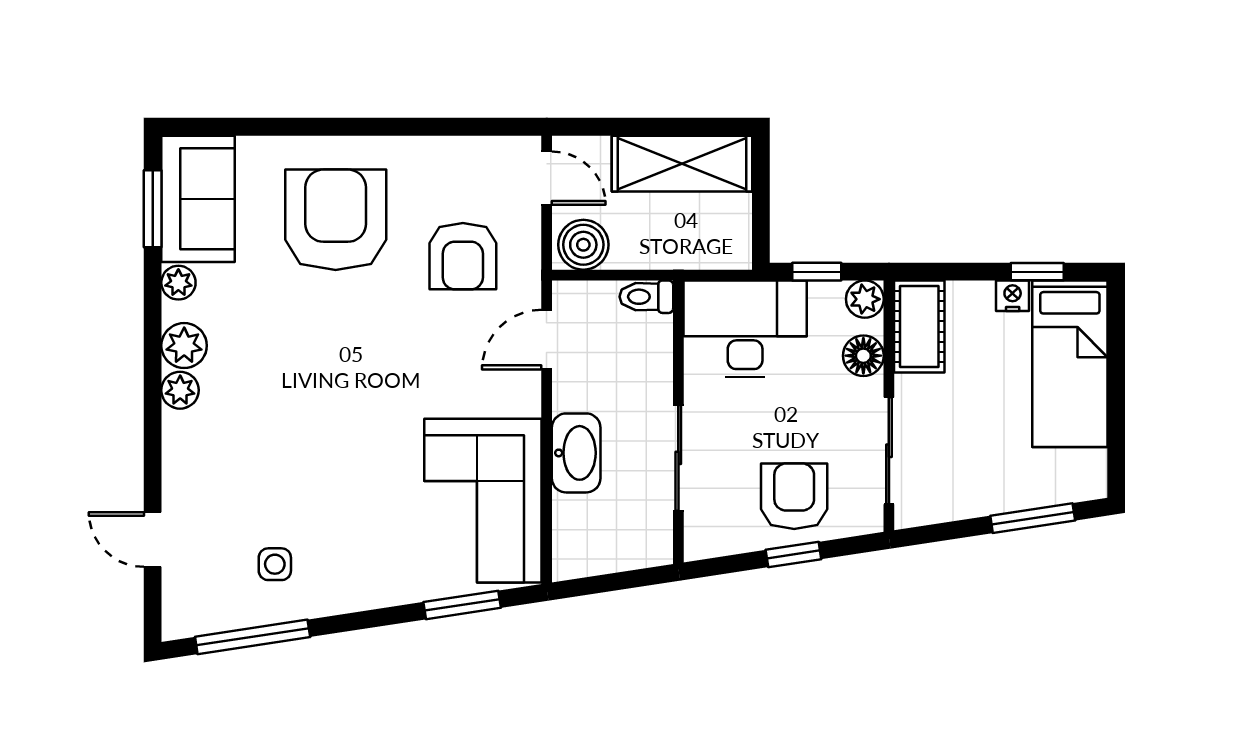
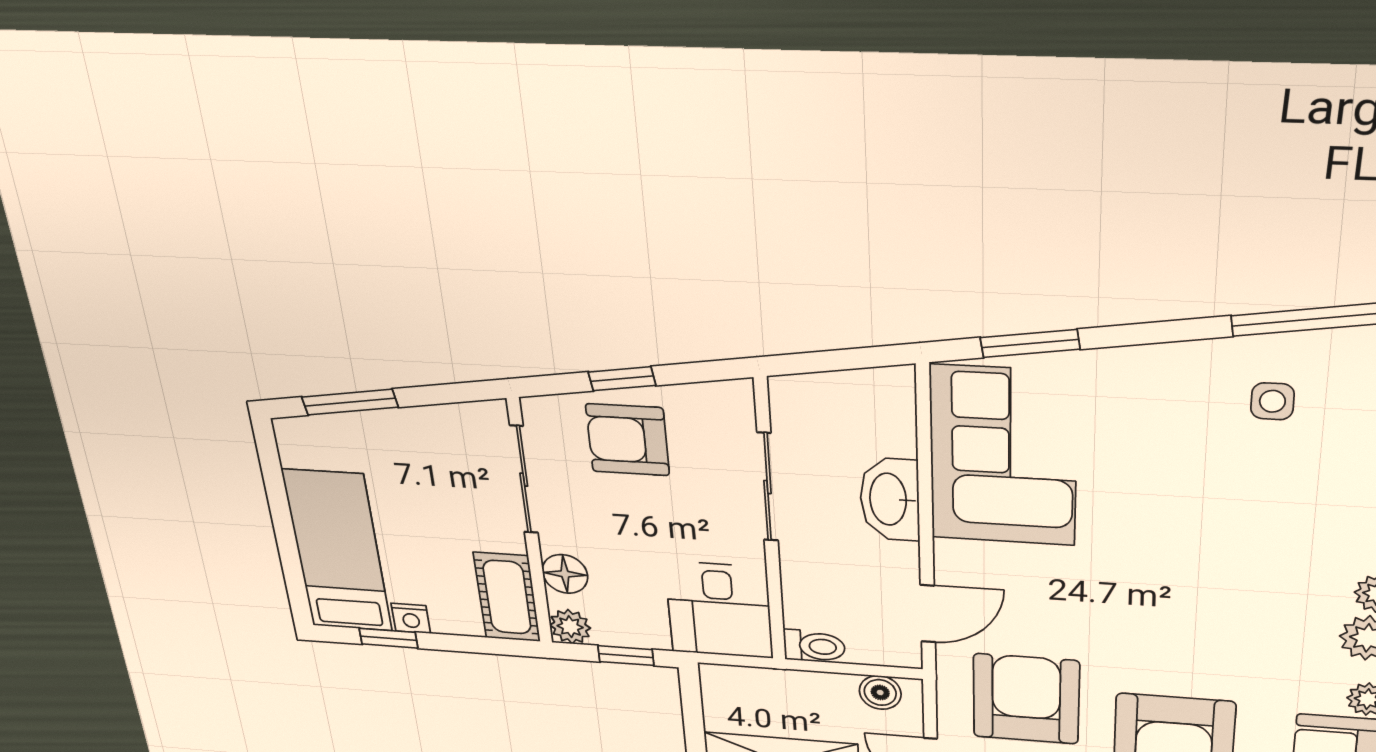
boiler: (583, 245) -> (880, 692), width x0.73, depth x0.73
armchair: (463, 256) -> (1026, 699), width x1.36, depth x1.36
desk: (745, 329) -> (719, 610), width x0.73
armchair: (794, 496) -> (628, 440), turned 90

